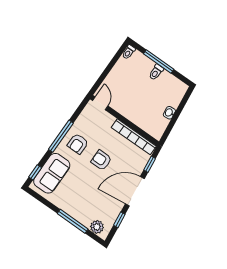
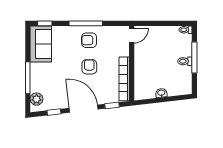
sofa: (52, 173) -> (41, 44), moved, turned -90

